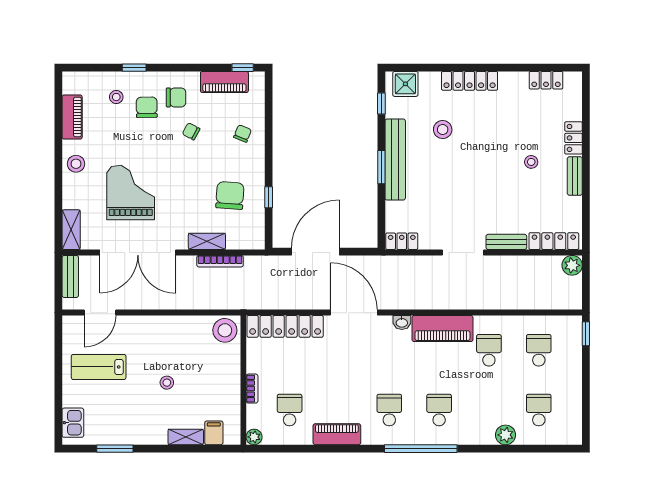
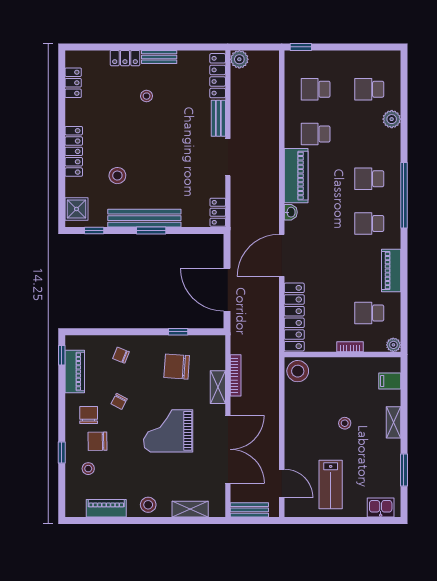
grand piano: (131, 193) -> (168, 431), moved
shelving: (71, 230) -> (190, 509), moved
shelving: (186, 437) -> (393, 422), moved

